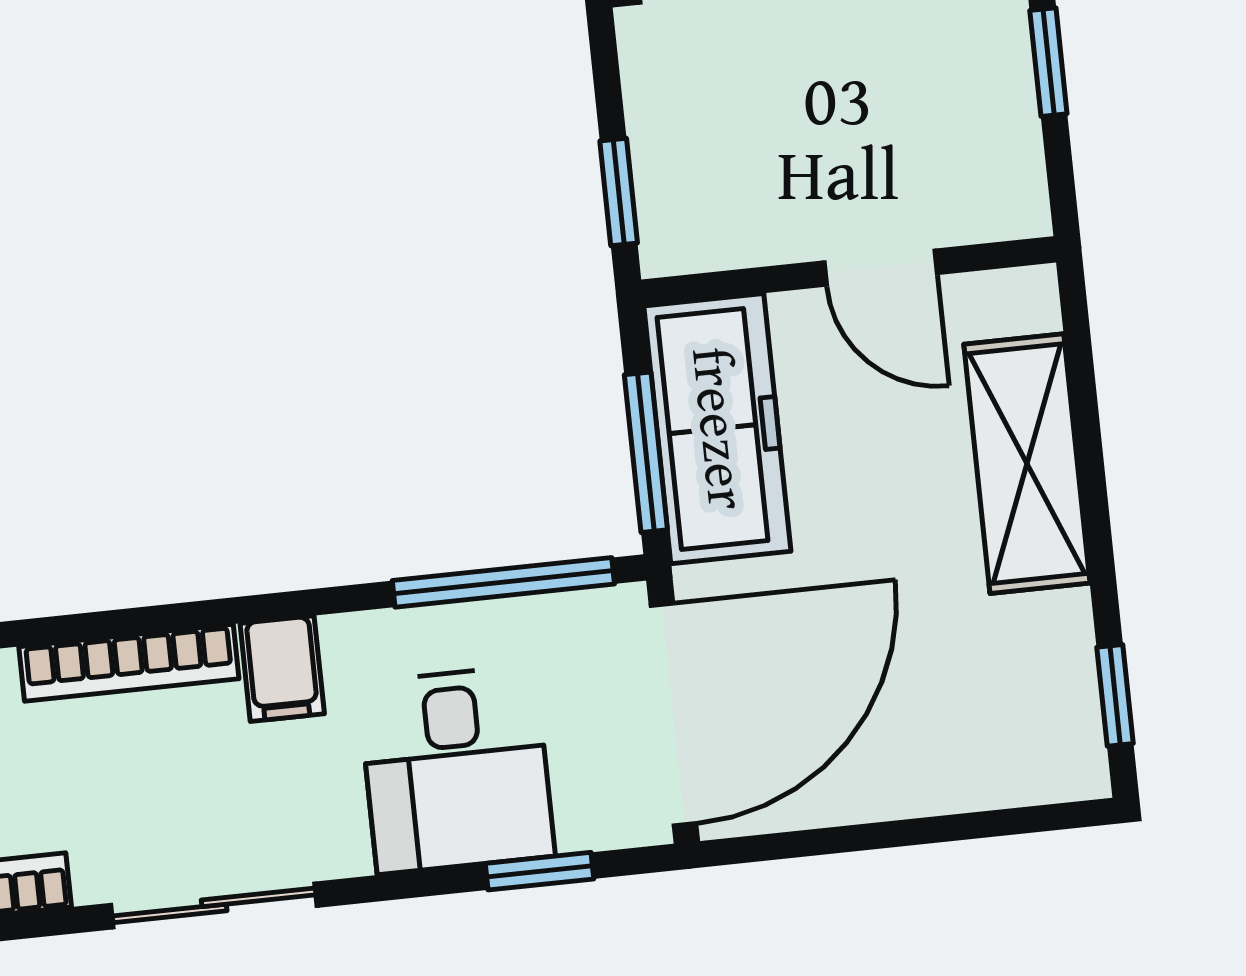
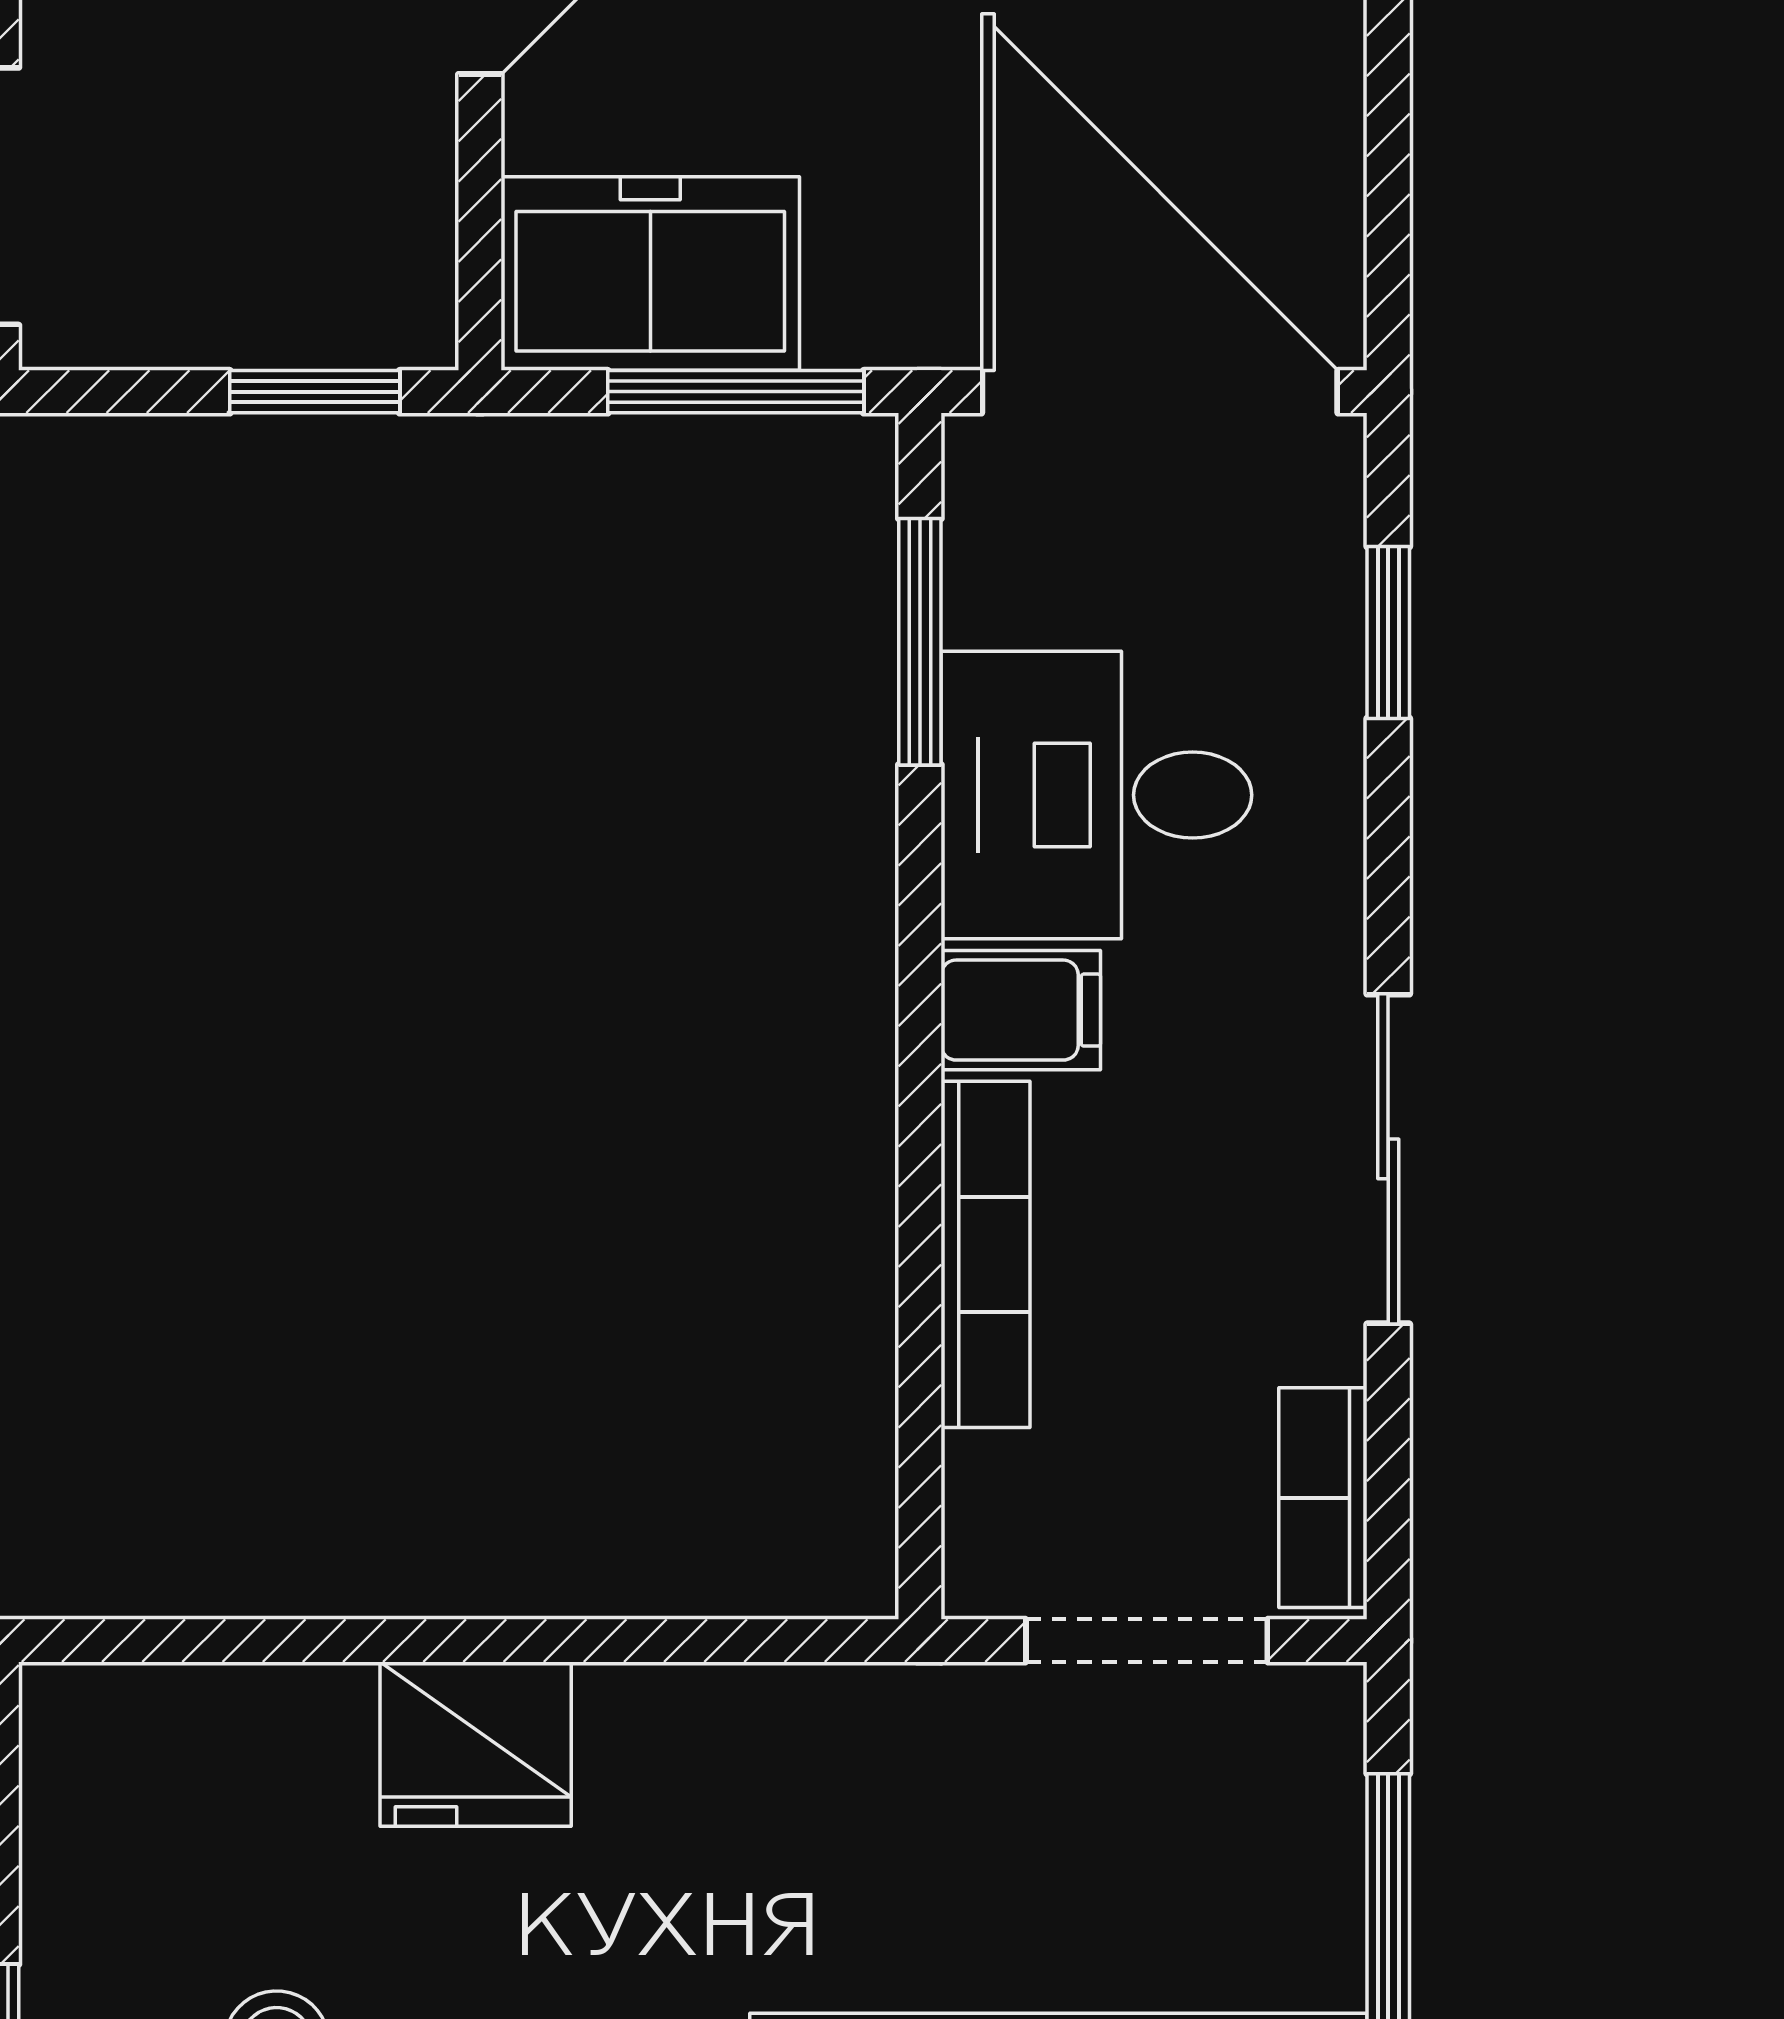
freezer: (717, 429) -> (650, 274), width x0.71
window: (503, 582) -> (920, 642), width x0.69
desk: (456, 770) -> (1096, 795), moved, turned 180

